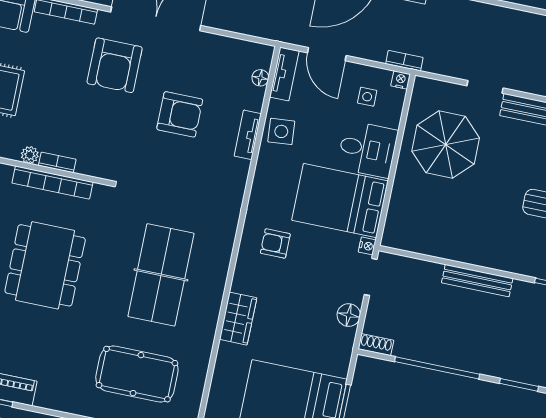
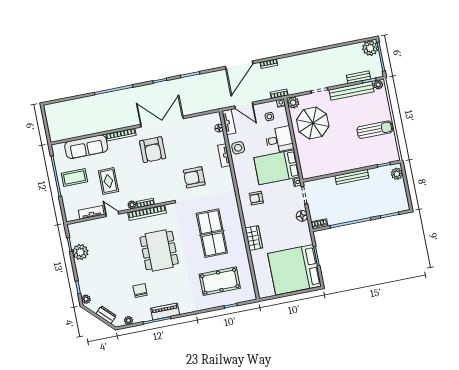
plant: (424, 89) -> (293, 103), added
armchair: (180, 114) -> (194, 177), moved, turned 180

